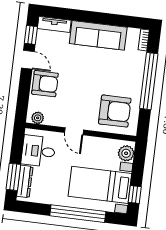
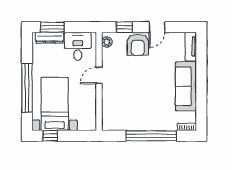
window: (31, 35) -> (124, 27), moved
armchair: (115, 111) -> (121, 109), removed
plant: (126, 153) -> (85, 124), removed

